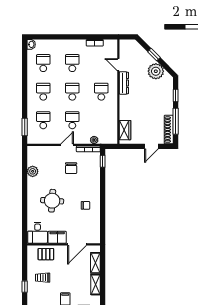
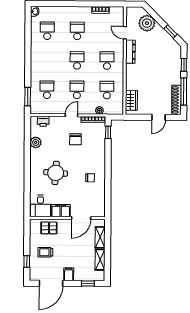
window: (154, 55) -> (170, 32), moved
plant: (156, 71) -> (147, 23), moved
school desk: (43, 92) -> (107, 90), moved
printer: (40, 151) -> (43, 121), added

